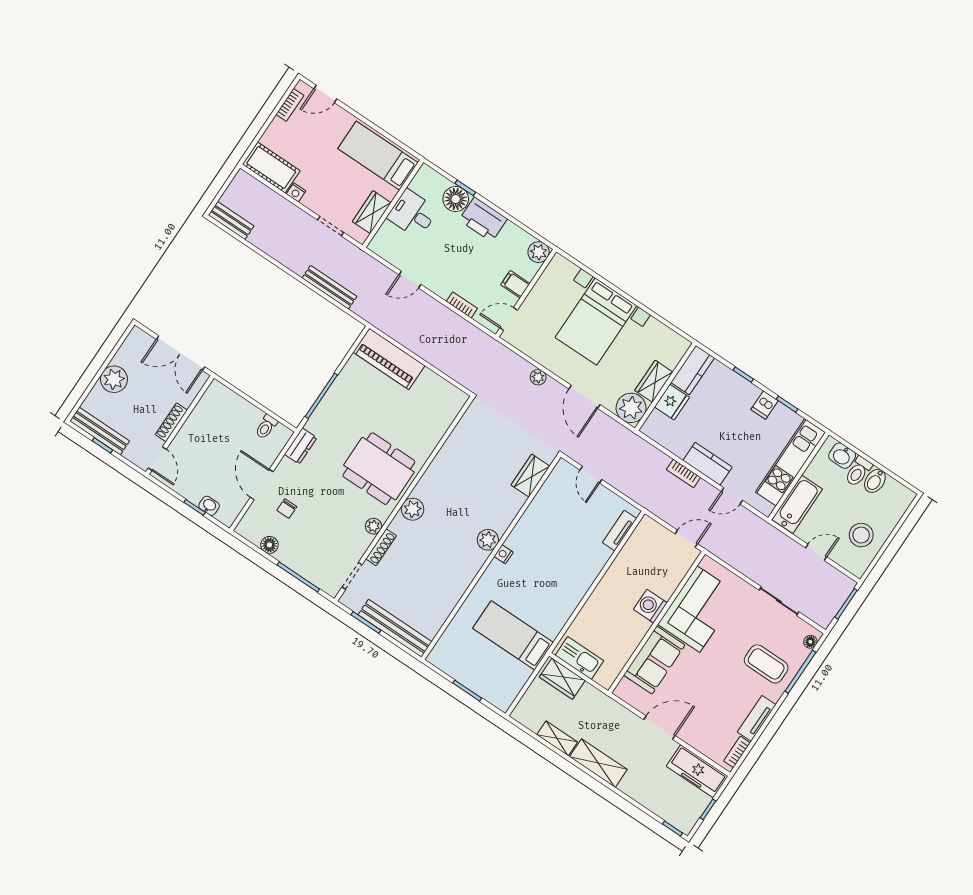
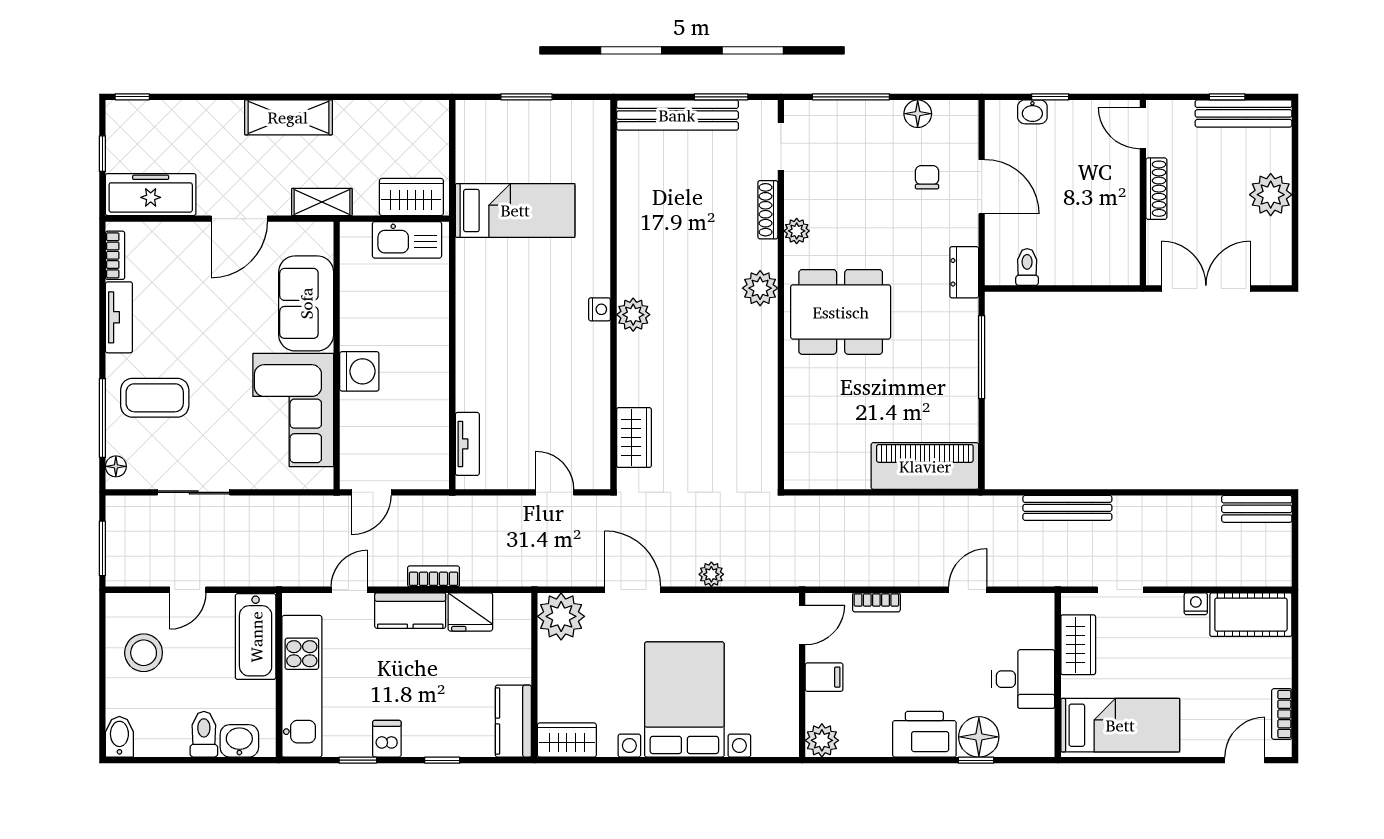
wardrobe: (654, 381) -> (567, 740), moved, turned -90
fridge: (672, 402) -> (470, 612), moved, turned -90
bidet: (875, 481) -> (119, 737), moved
shelving: (557, 738) -> (322, 202), moved

